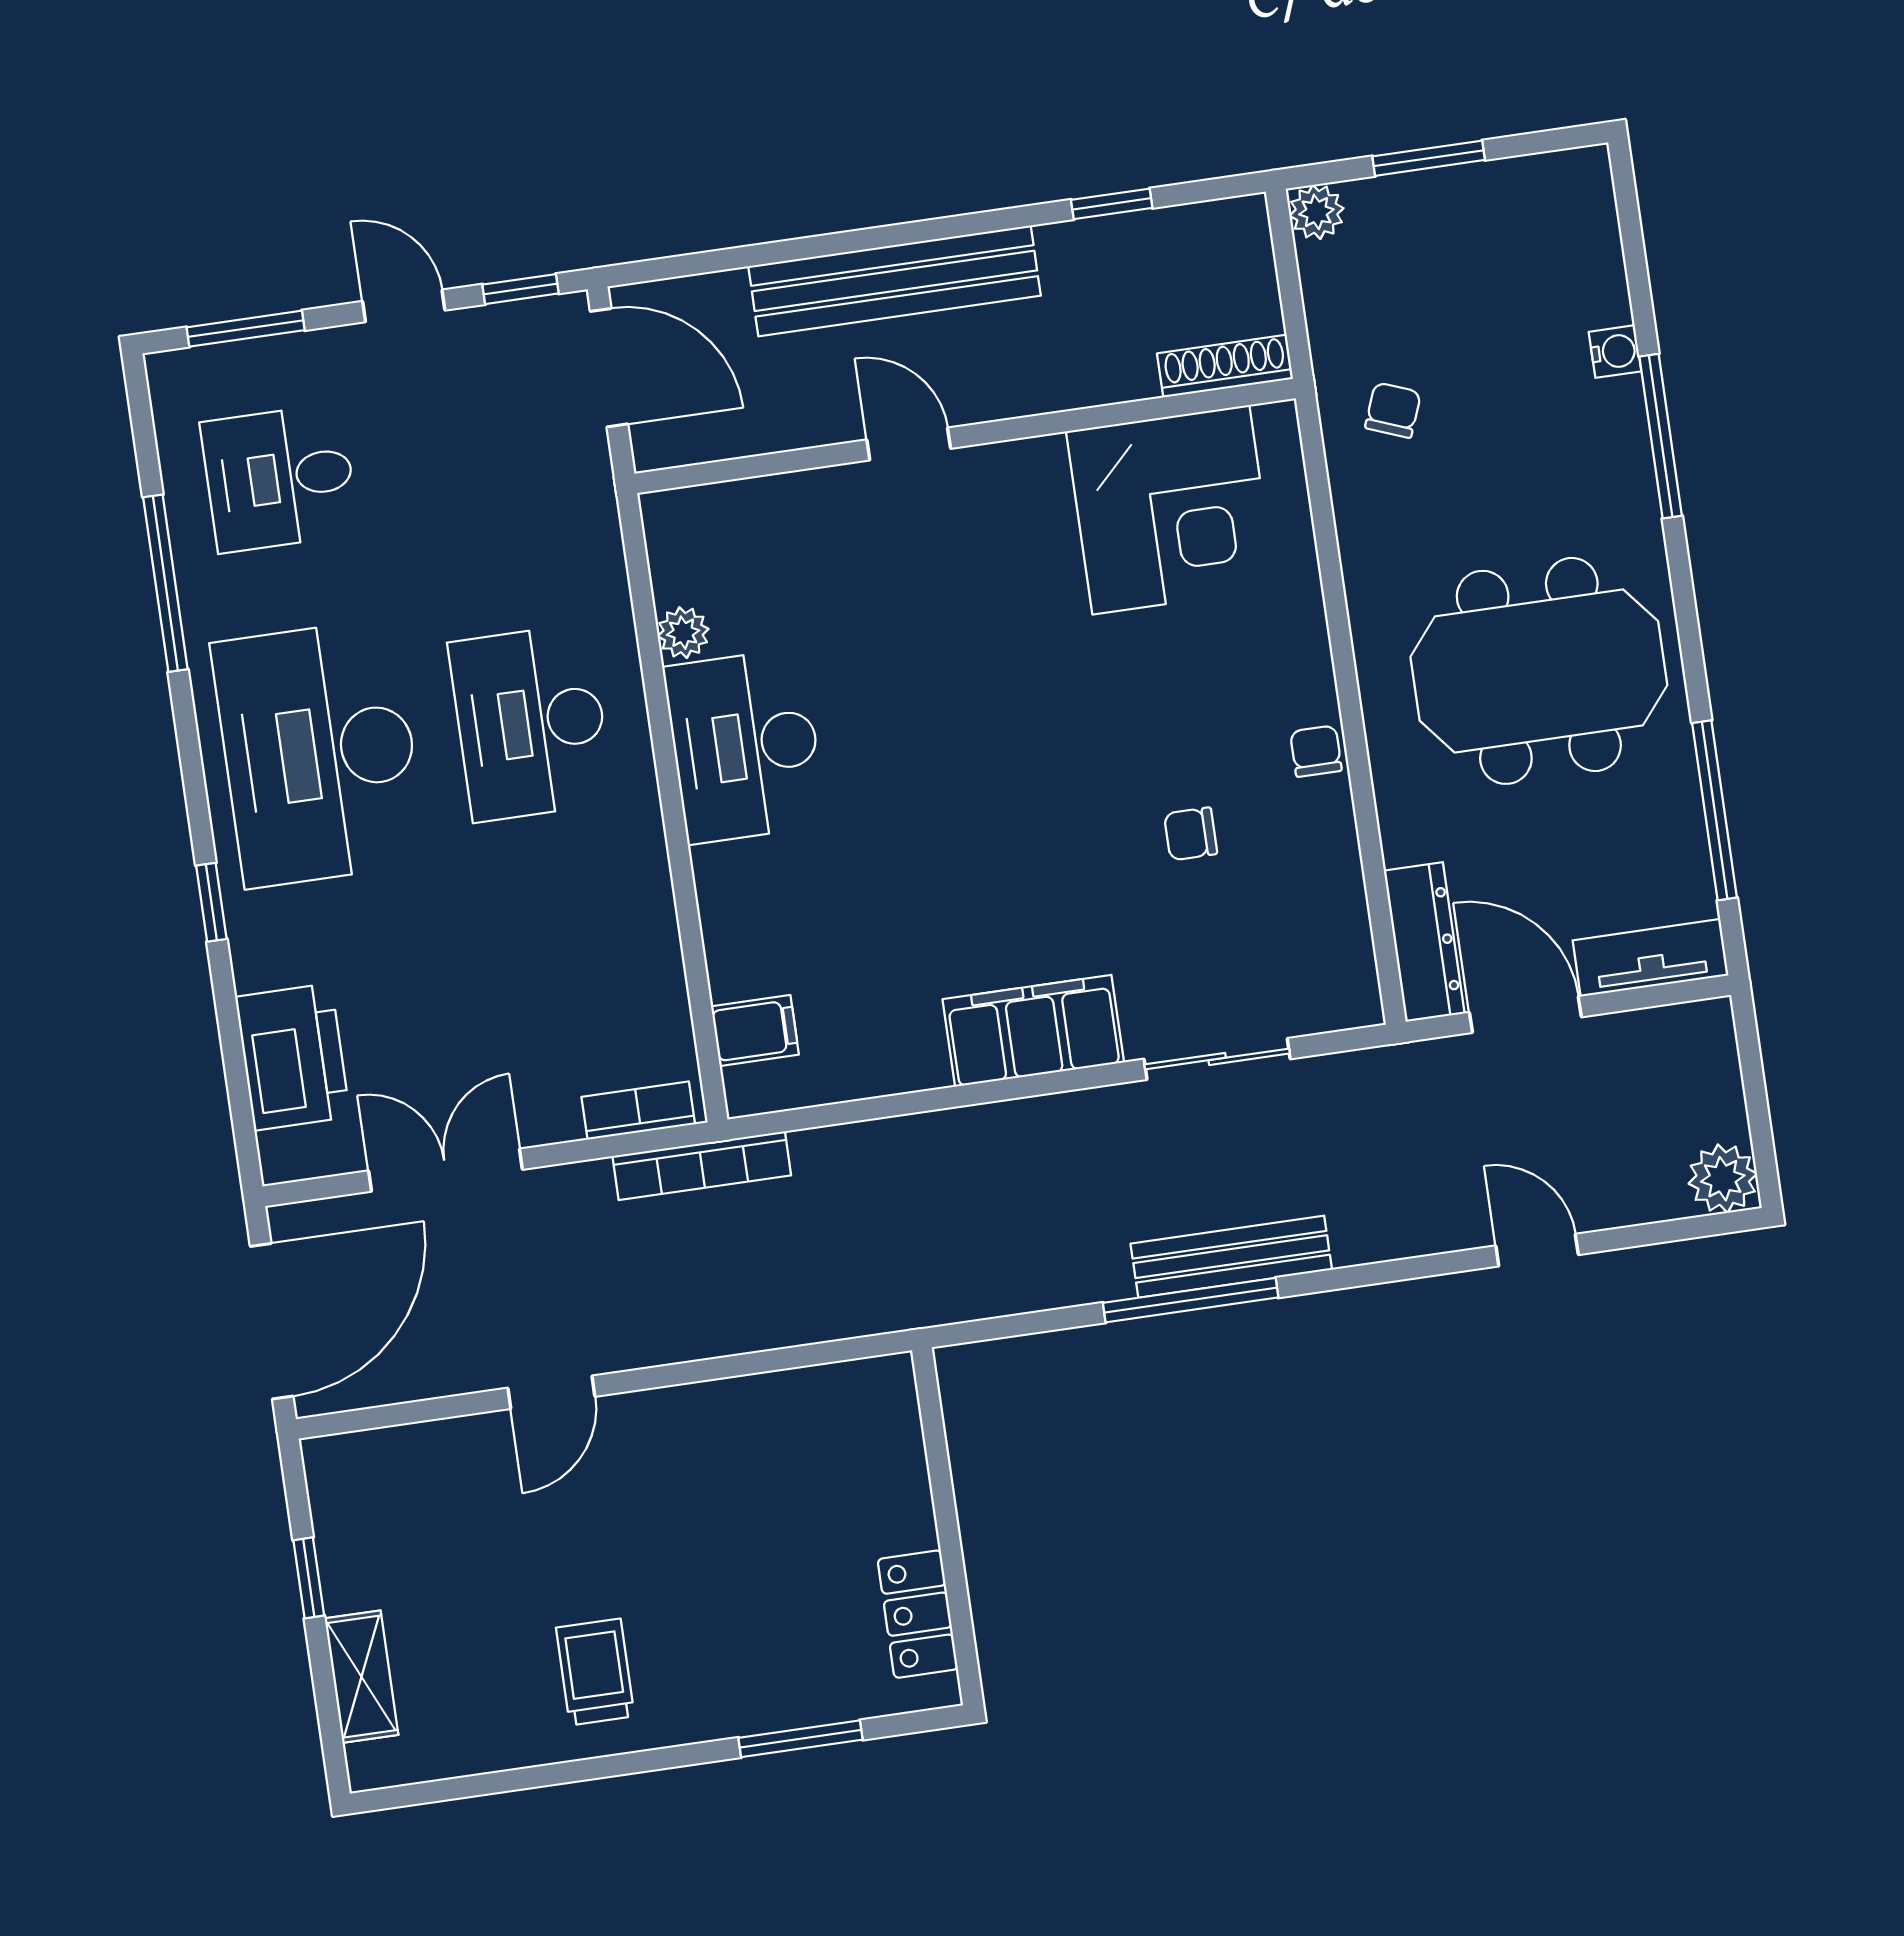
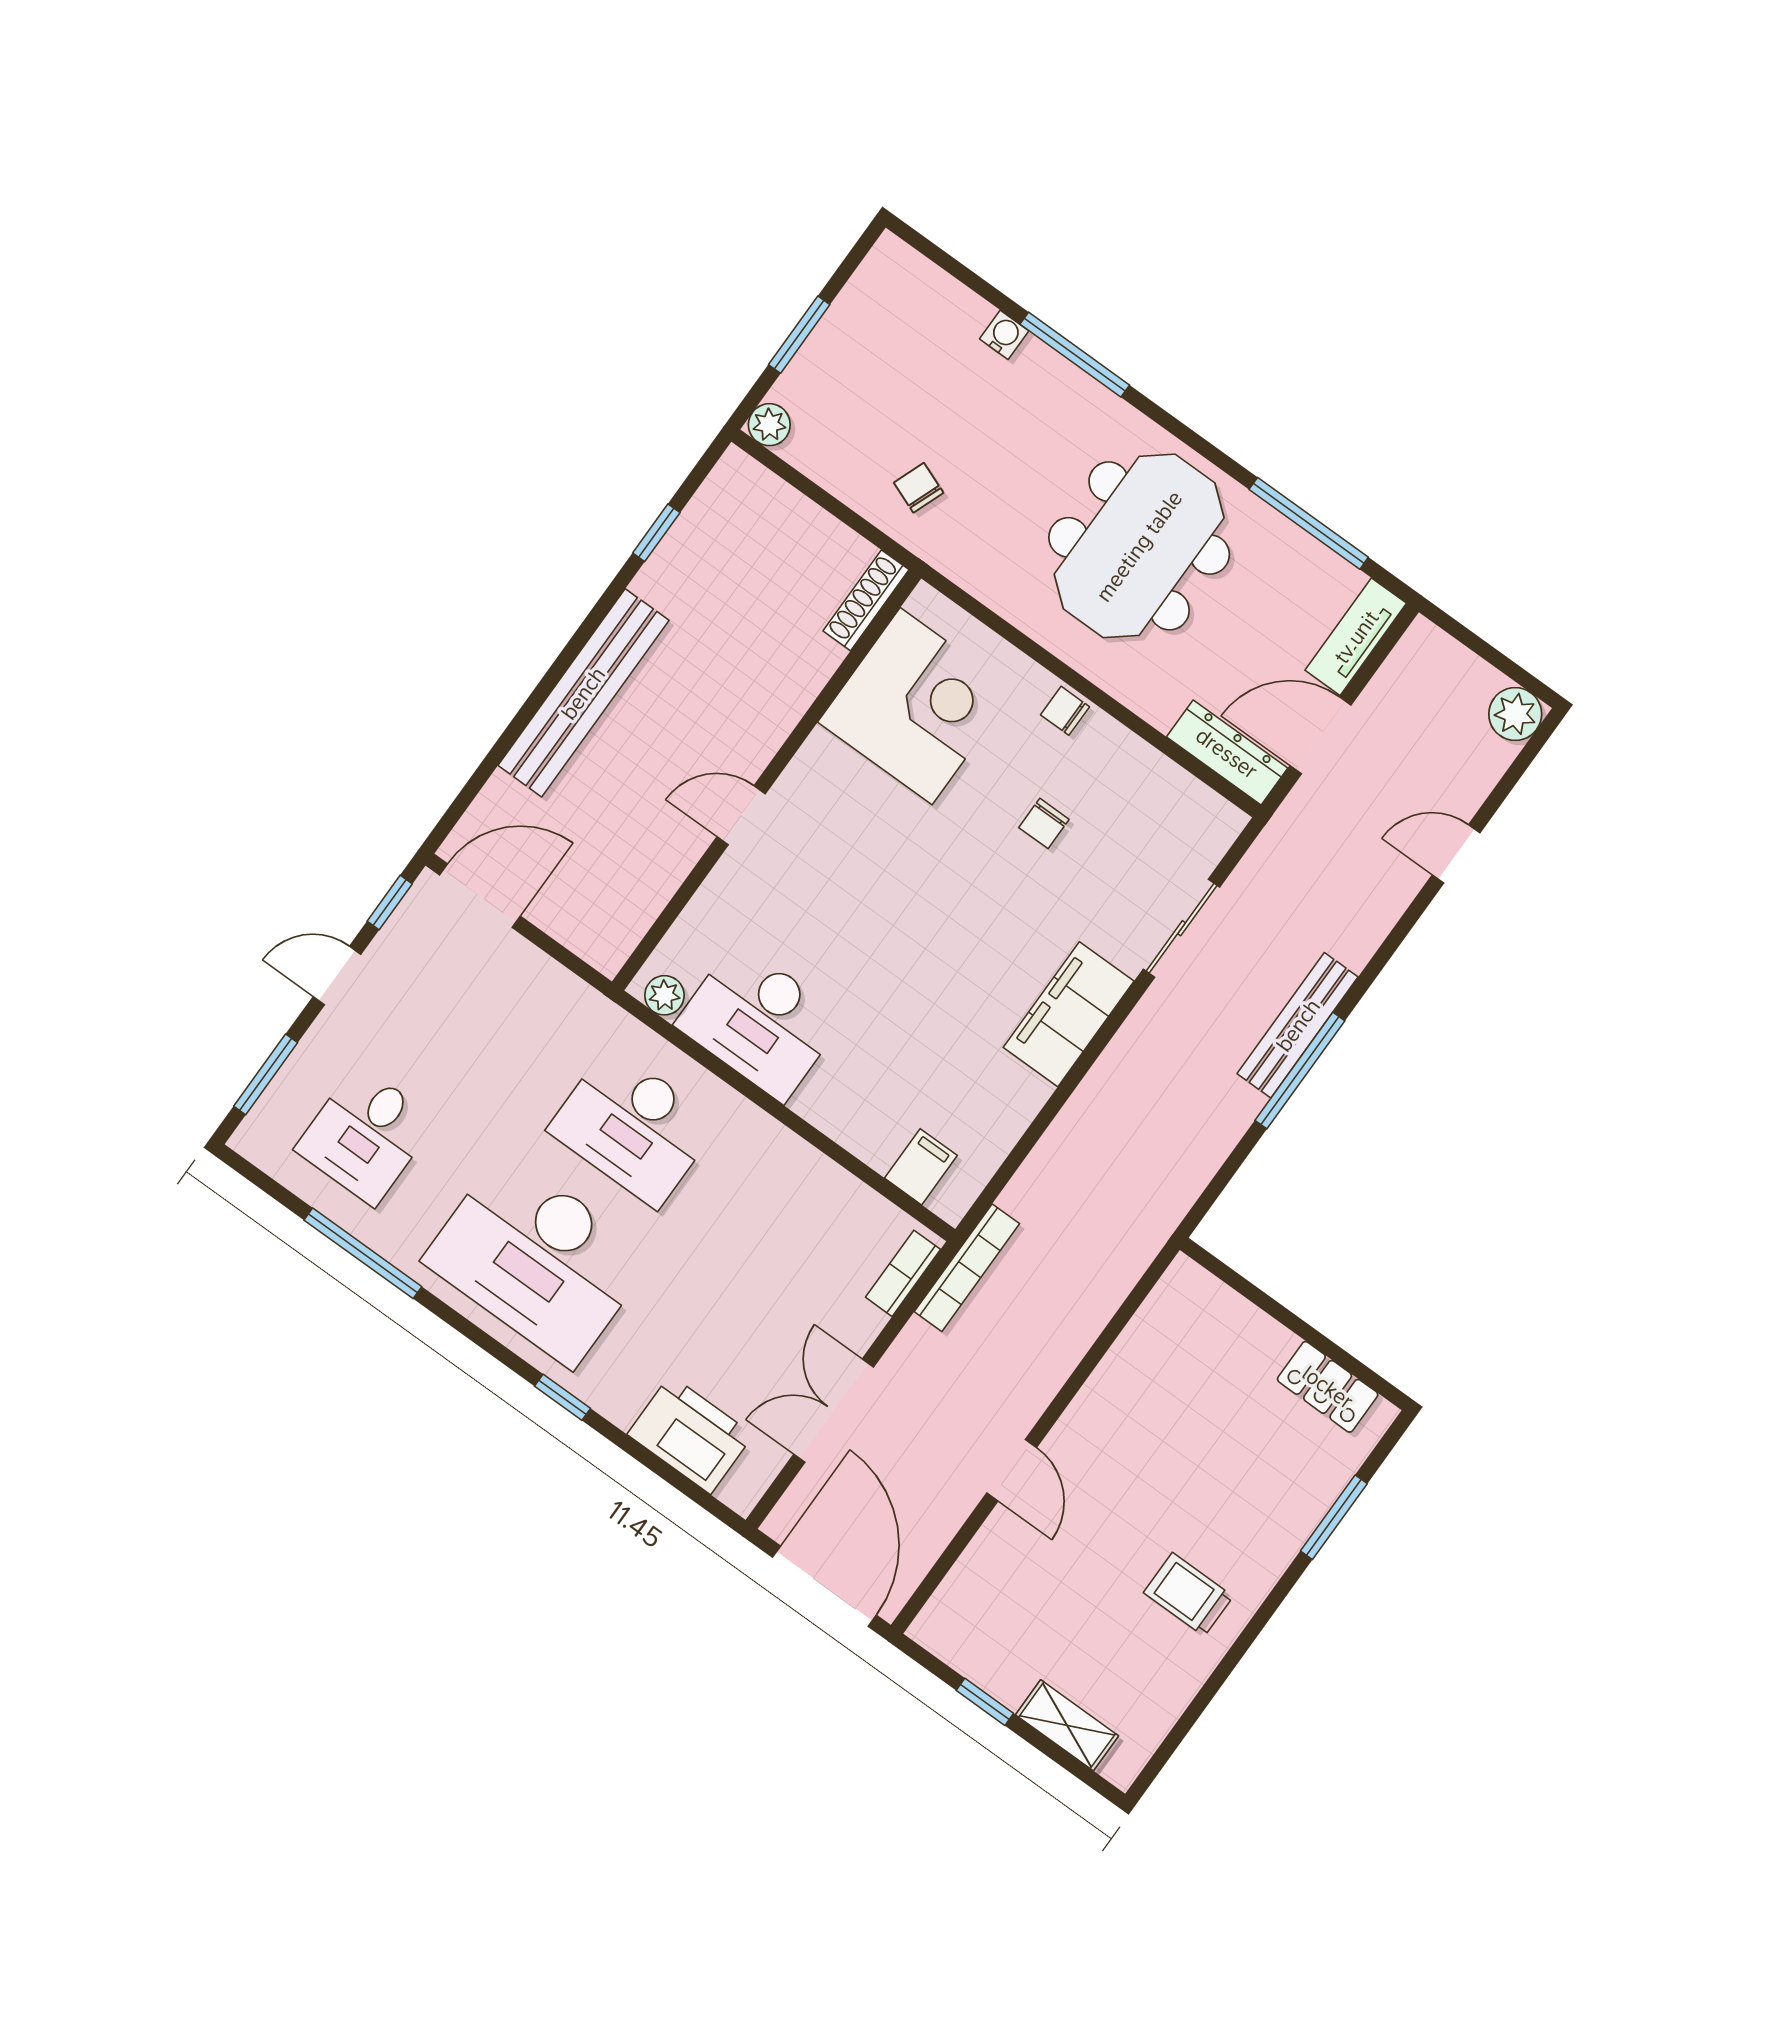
shoe rack: (1225, 366) -> (866, 600), moved
wall: (965, 436) -> (767, 780), moved
door: (909, 444) -> (741, 815), moved
corner desk: (1171, 510) -> (916, 706), moved

